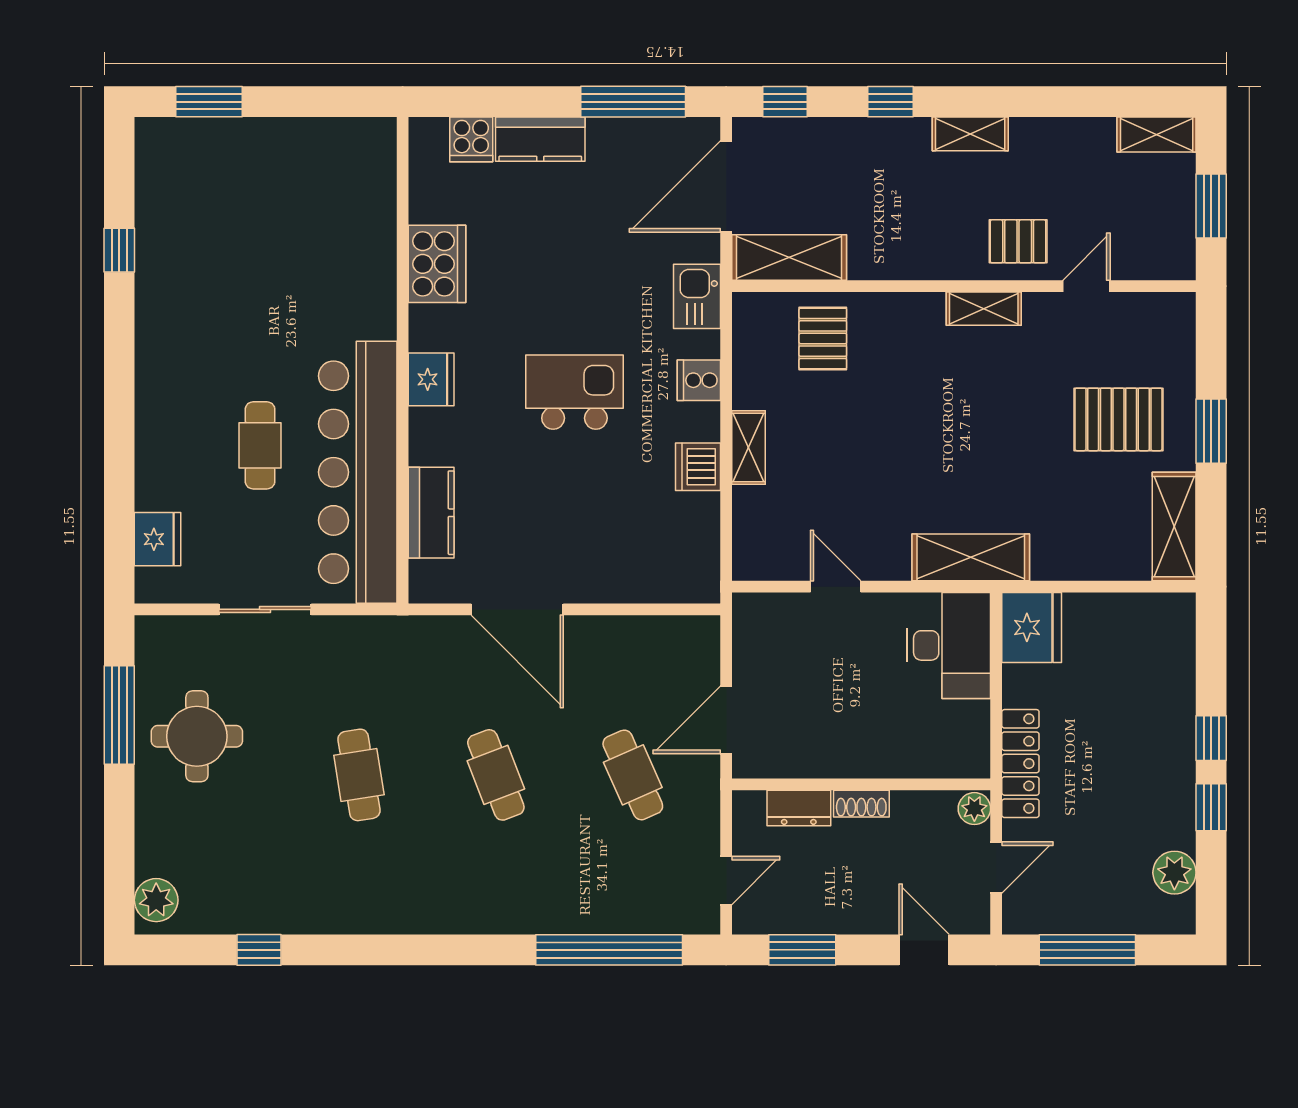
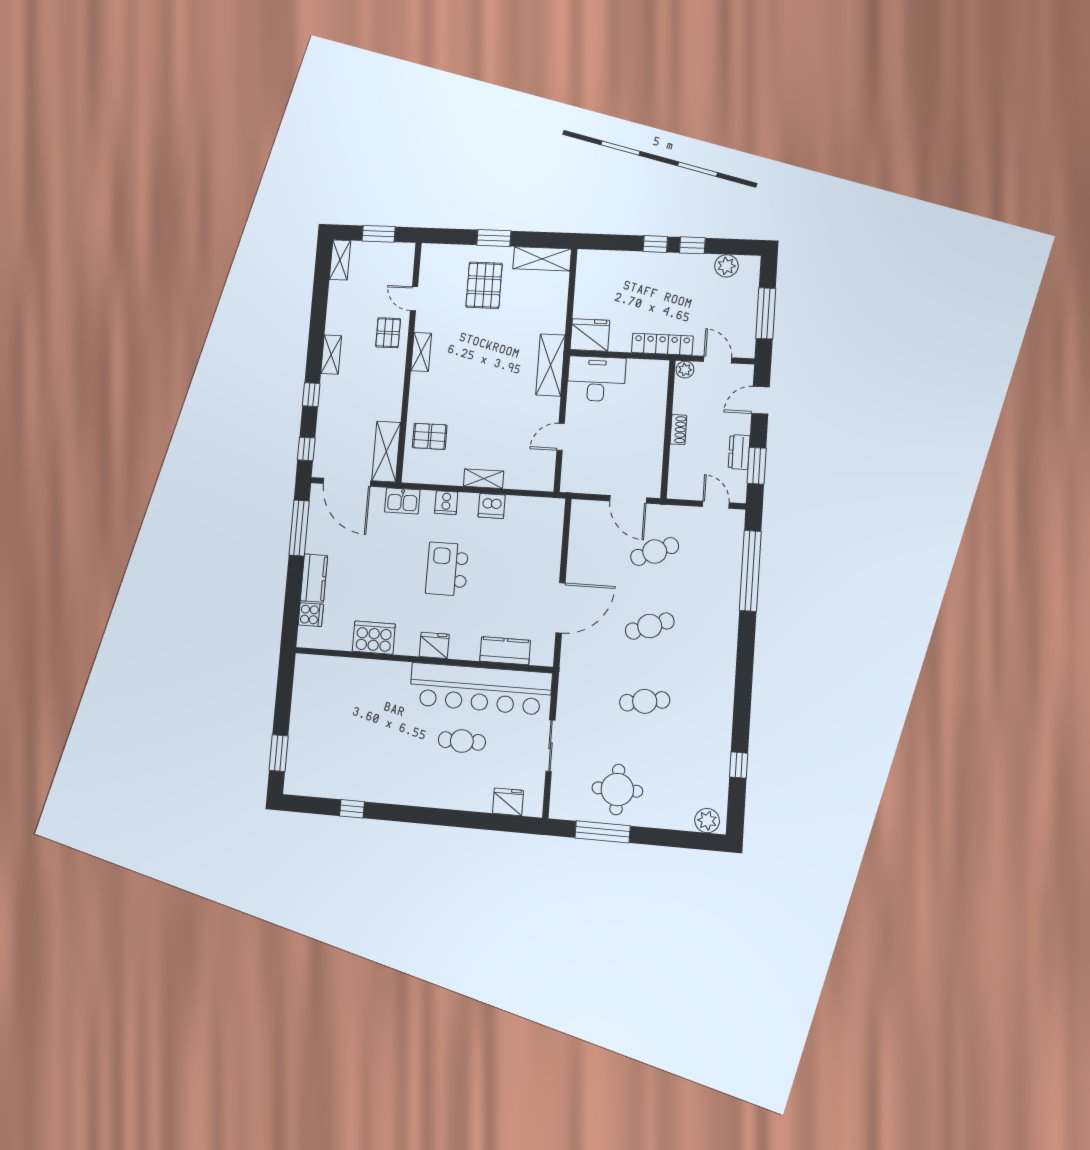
dresser: (799, 808) -> (739, 452), moved, turned 180

